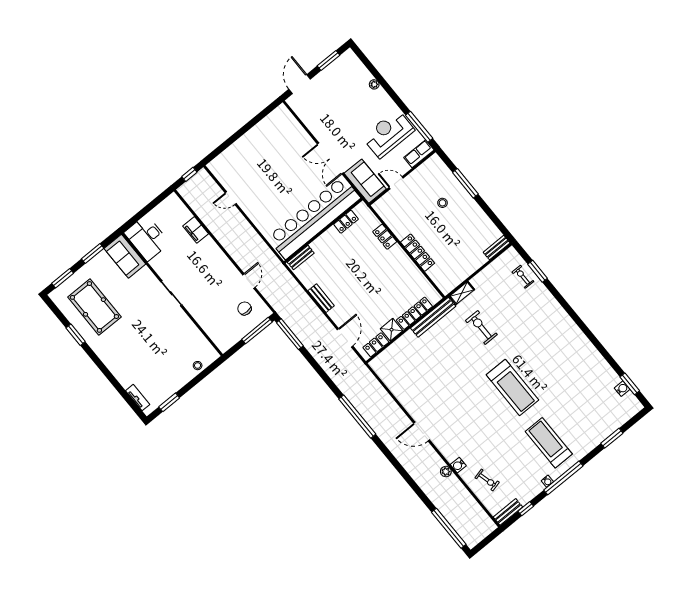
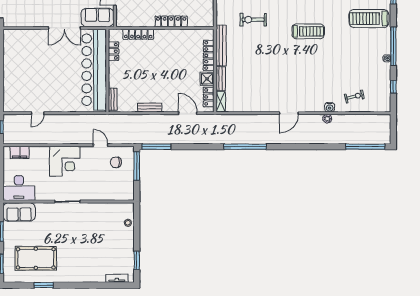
filing cabinet: (196, 230) -> (20, 152), moved
locker: (385, 237) -> (138, 34), width x1.53
corner desk: (207, 260) -> (65, 161), added
shelving: (462, 293) -> (221, 102), moved
treadmill: (512, 387) -> (308, 31), width x0.73, depth x0.73
treadmill: (549, 443) -> (369, 19), moved
bench: (508, 512) -> (221, 79), moved

